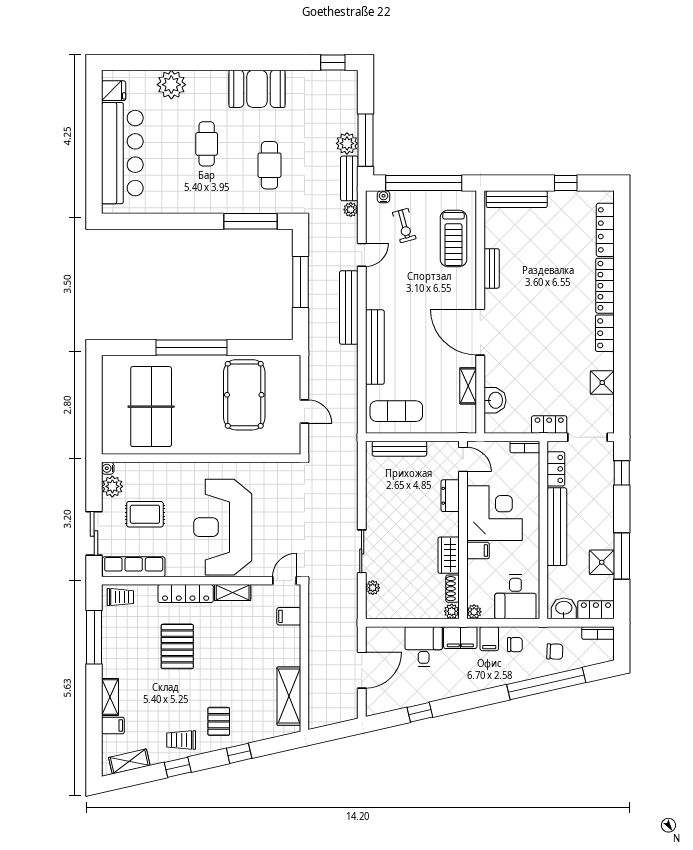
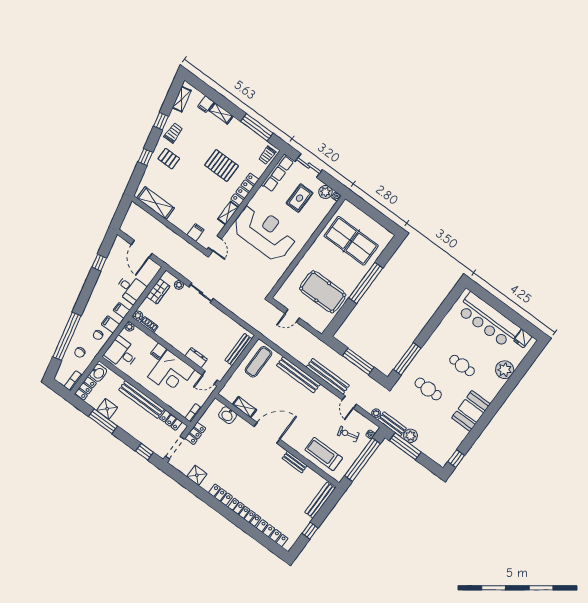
wardrobe: (449, 555) -> (158, 291), moved, turned 90
filing cabinet: (460, 638) -> (122, 310), width x0.50

